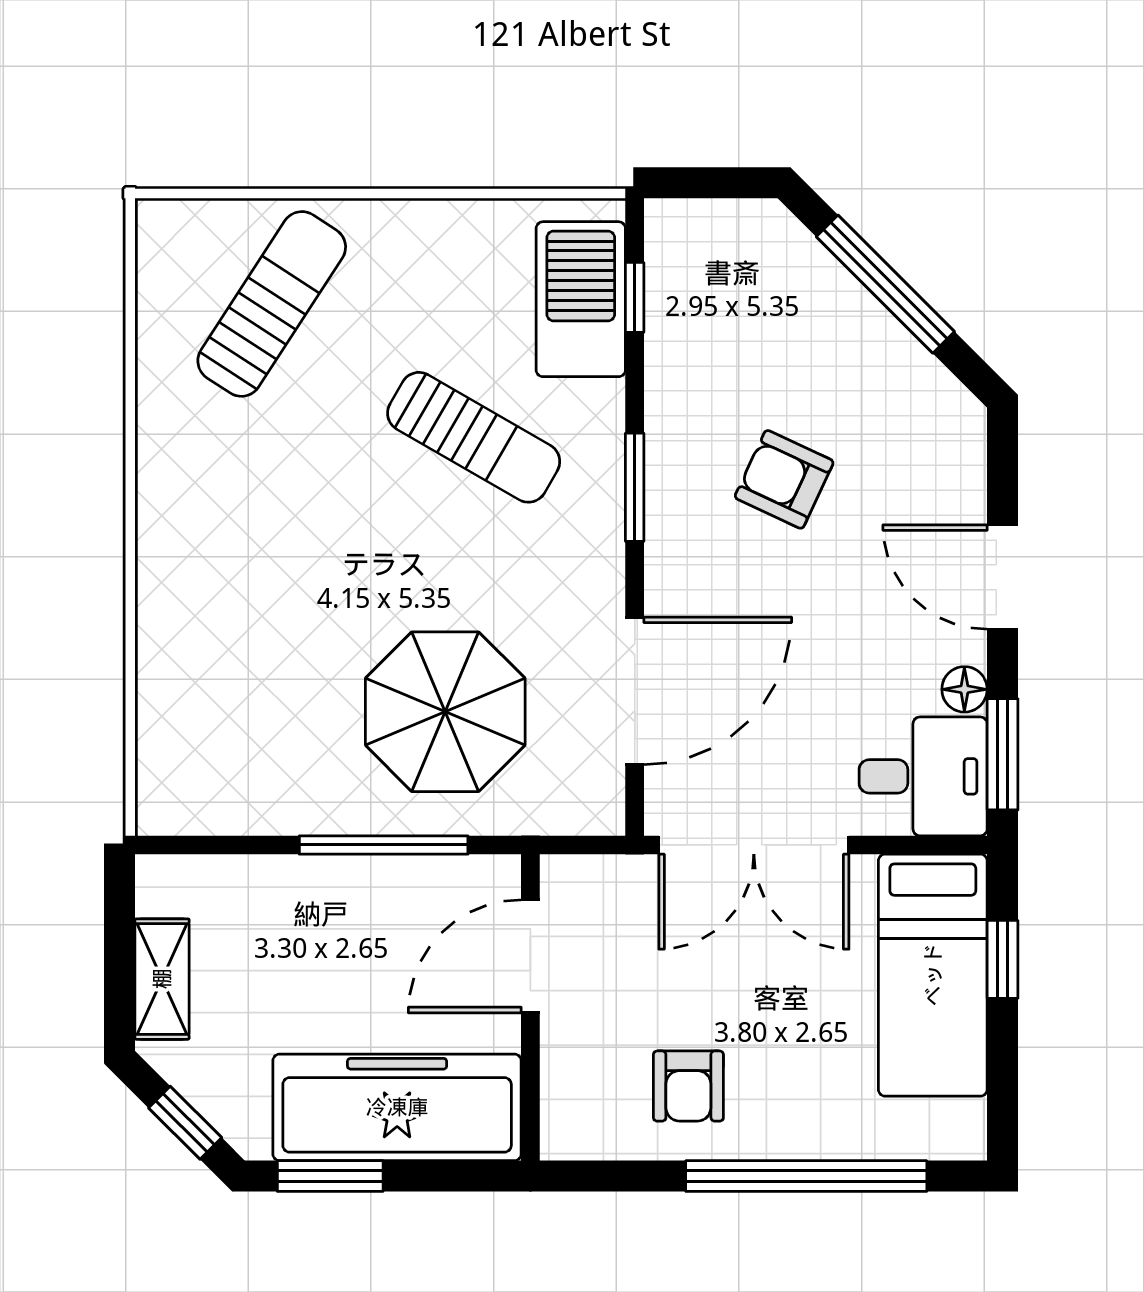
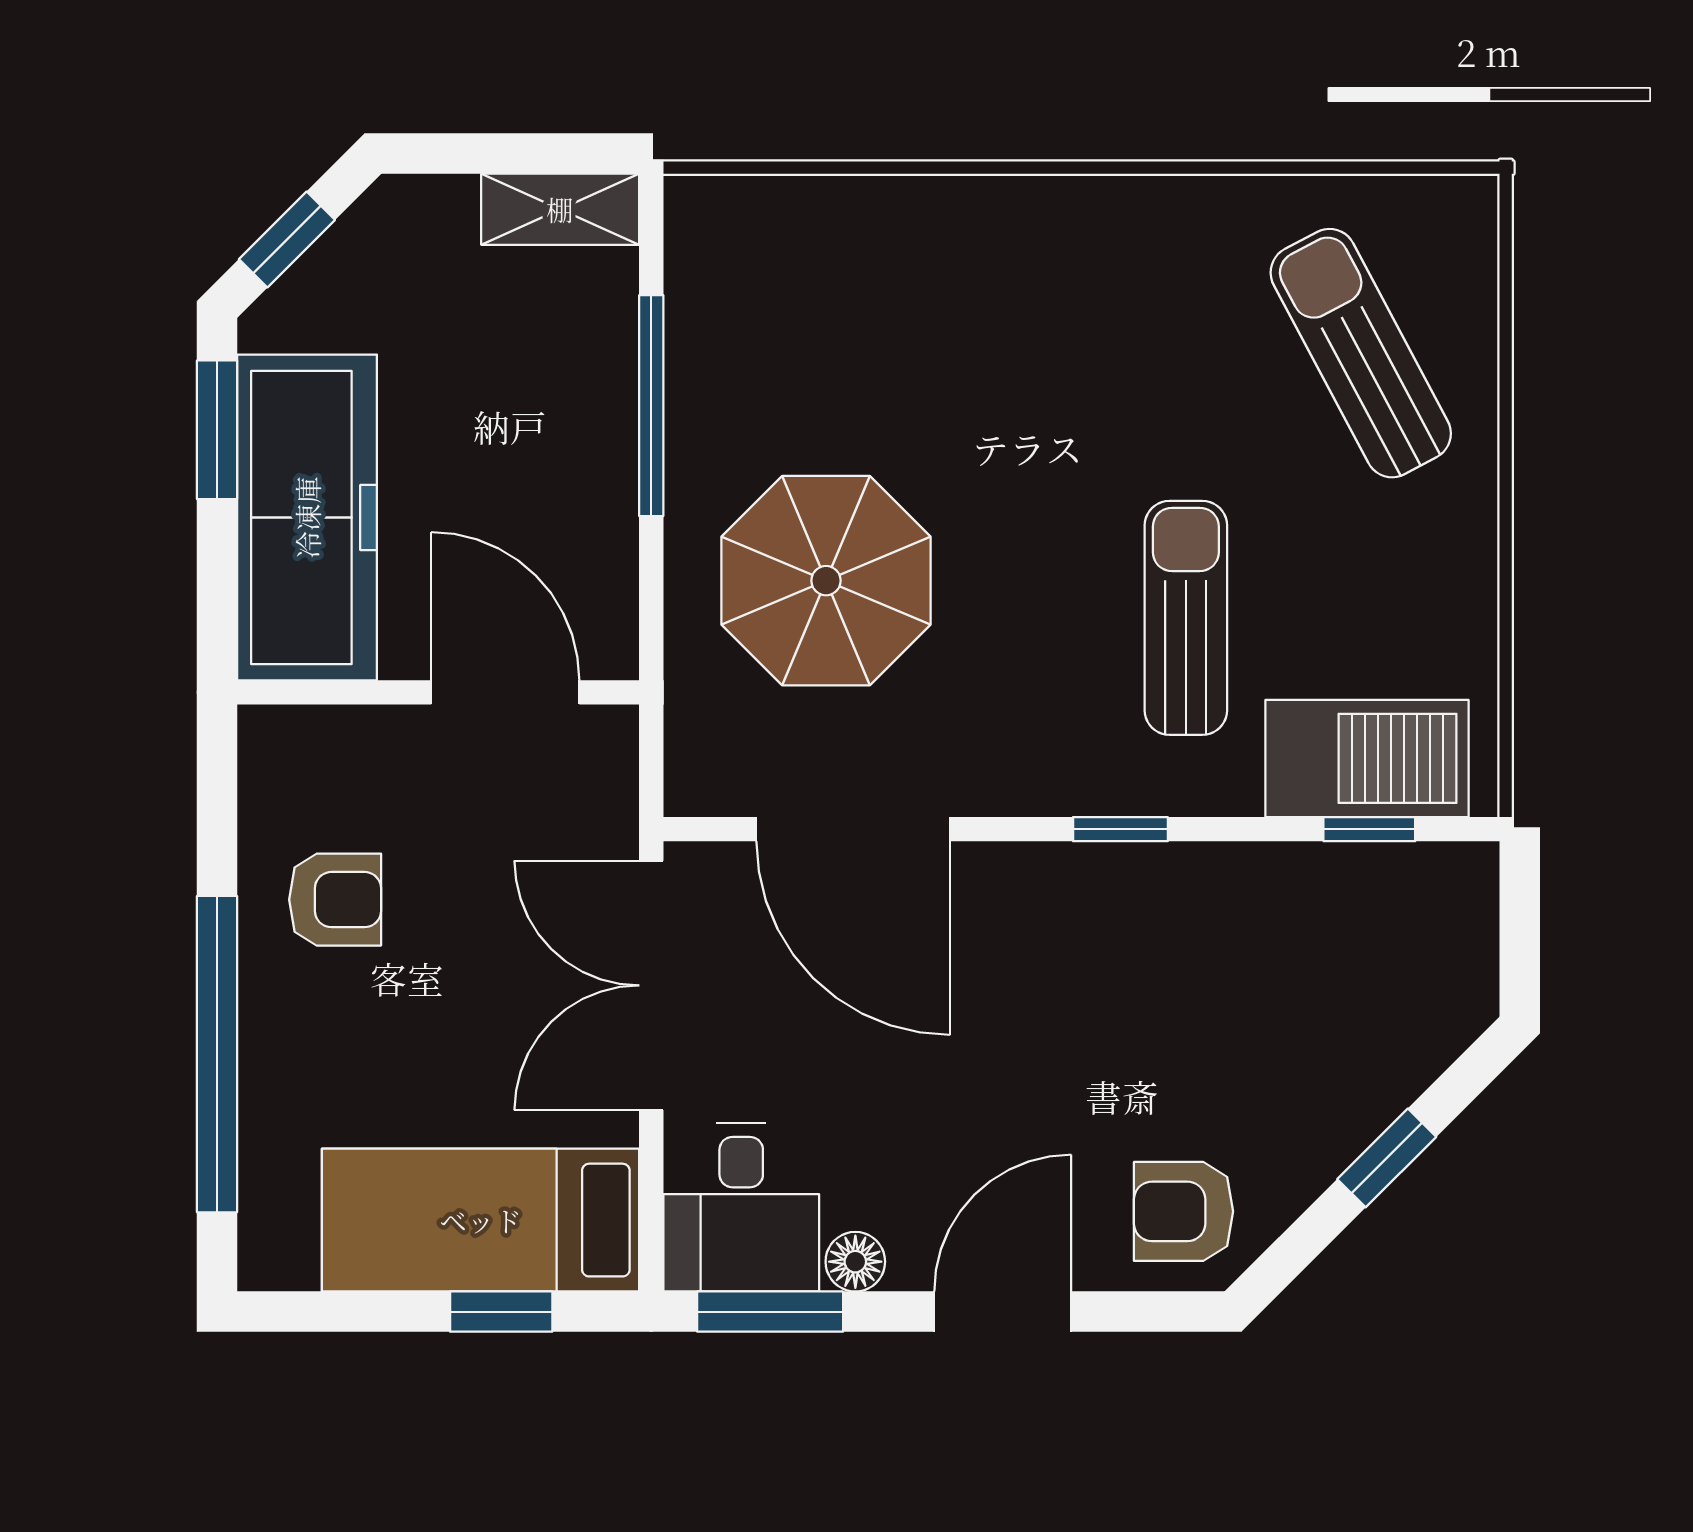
window: (885, 284) -> (1387, 1158), width x0.46
sun lounger: (272, 304) -> (1361, 353), turned -151
sun lounger: (474, 437) -> (1186, 618), turned 150
armchair: (784, 479) -> (1184, 1211), moved, turned -115
window: (635, 487) -> (1120, 829), width x0.67
window: (384, 845) -> (651, 406), moved
shelving: (162, 979) -> (560, 209), moved
armchair: (688, 1086) -> (335, 900), turned 180

